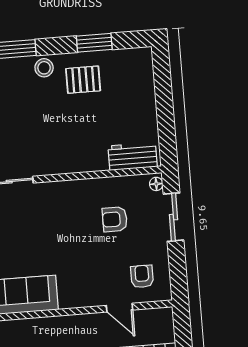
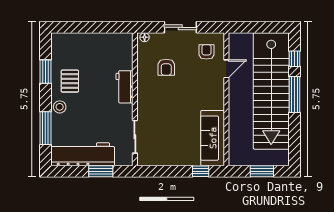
workbench: (133, 156) -> (125, 87), moved
sliding door: (173, 217) -> (180, 27), moved
armchair: (142, 276) -> (206, 52), turned 90

